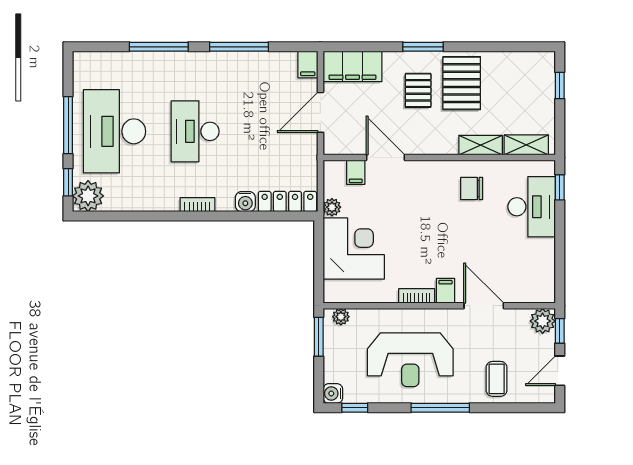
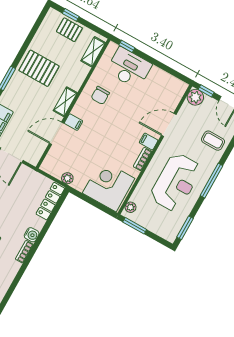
pallet: (418, 90) -> (69, 30), moved
shelving: (481, 145) -> (65, 102), moved
filing cabinet: (356, 172) -> (74, 122), moved
water cooler: (245, 202) -> (32, 235), moved
corner desk: (354, 249) -> (109, 186), moved
water cooler: (333, 393) -> (170, 235), removed
window: (355, 408) -> (185, 228), width x1.50

